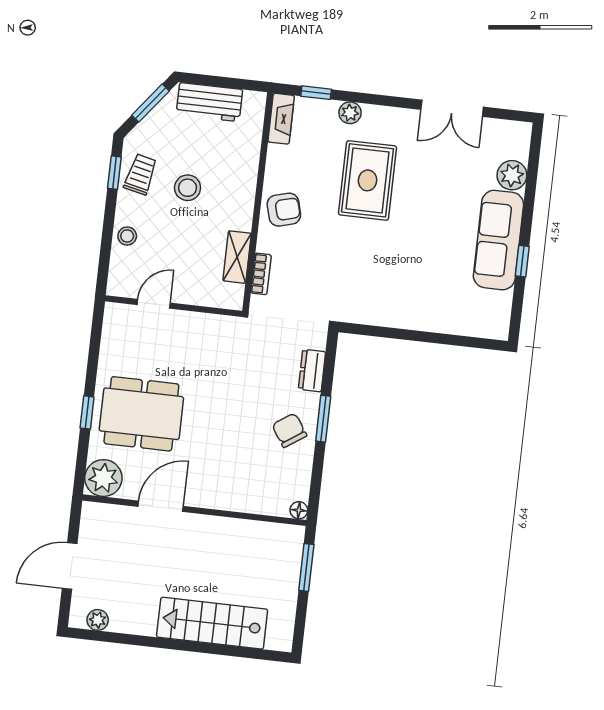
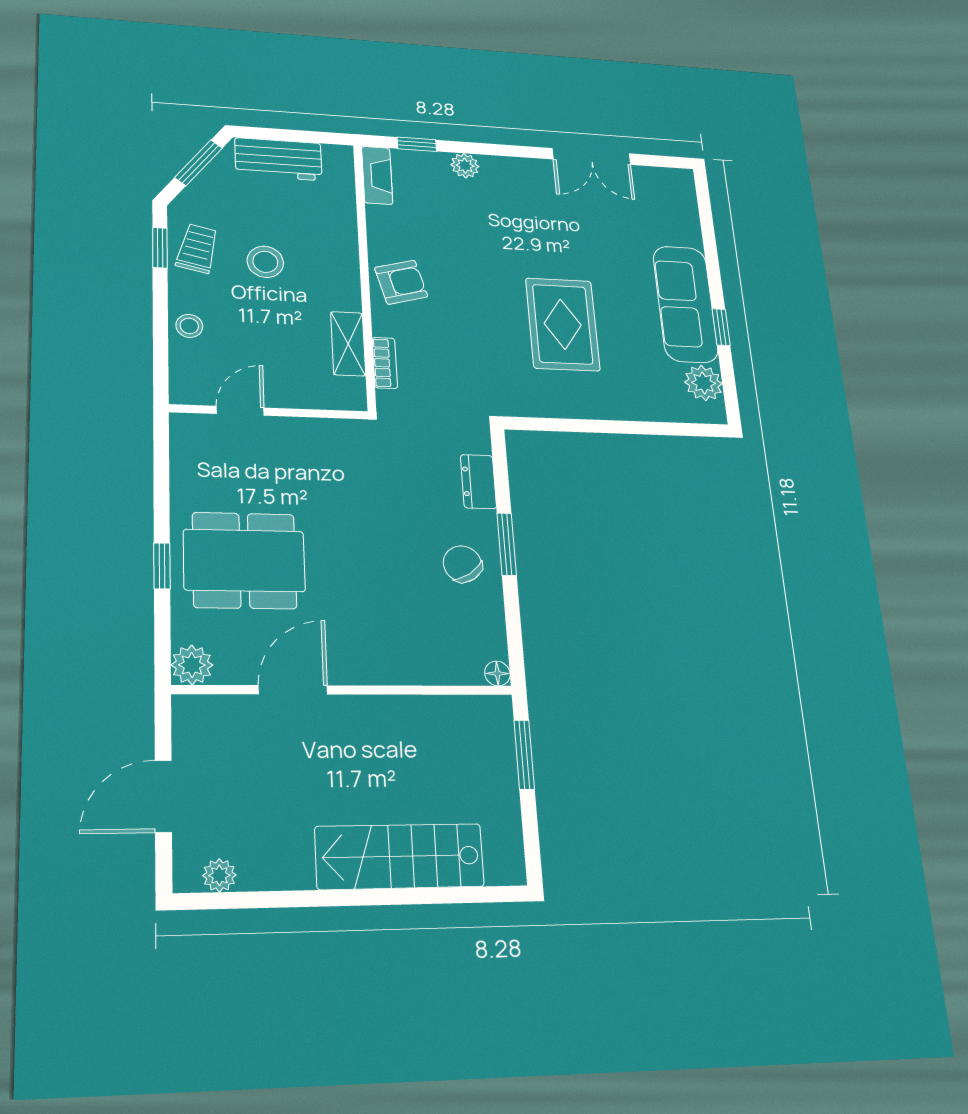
plant: (512, 175) -> (703, 383), moved
rug: (368, 180) -> (563, 324), moved
plant: (103, 478) -> (192, 665), width x0.73, depth x0.73

